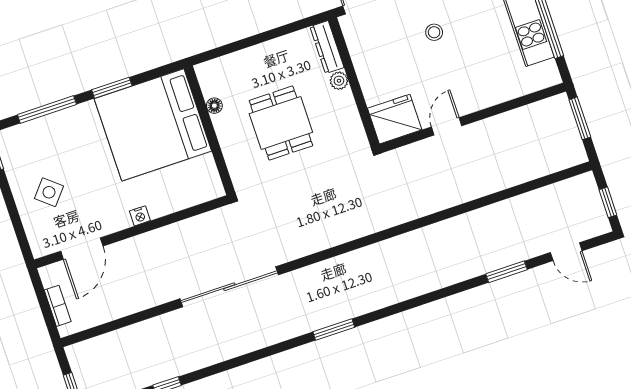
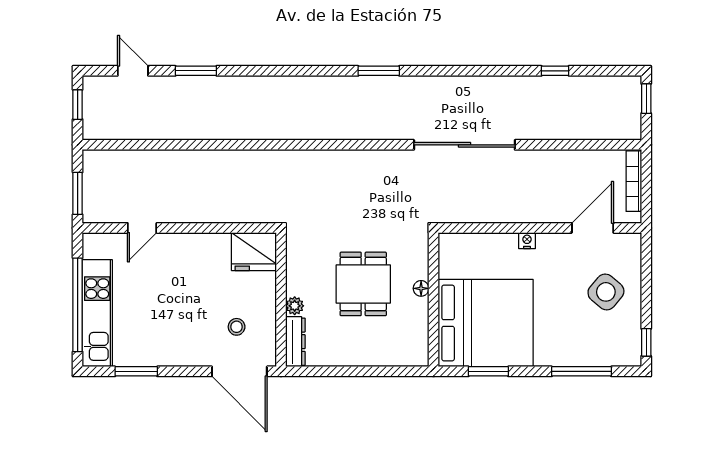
stool: (434, 32) -> (237, 327), moved
window: (112, 88) -> (488, 371), moved
floor lamp: (214, 106) -> (421, 288), moved
door: (447, 126) -> (142, 228), moved
side table: (49, 192) -> (606, 292), width x1.37, depth x1.37
bookcase: (58, 306) -> (634, 181), width x1.56

